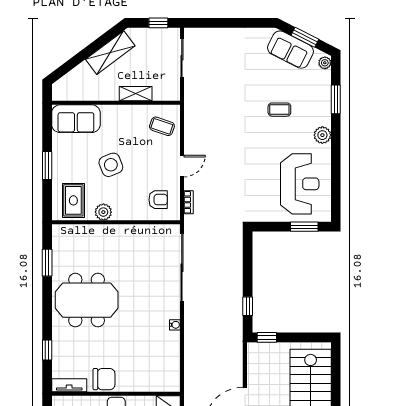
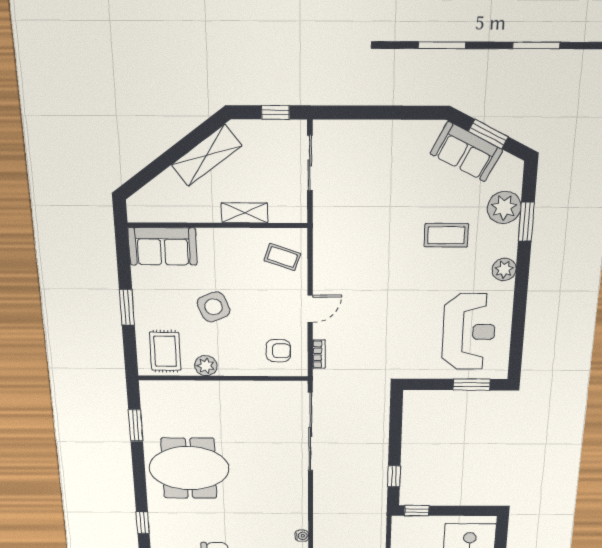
plant: (325, 63) -> (504, 208), moved, width x1.88, depth x1.88
coffee table: (279, 110) -> (446, 235), width x1.36, depth x1.30
water cooler: (175, 325) -> (302, 536), moved

